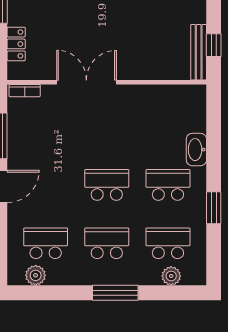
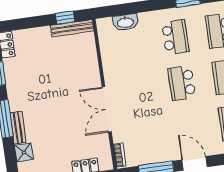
washbasin: (196, 150) -> (125, 22), moved
school desk: (168, 185) -> (175, 37), turned 180

